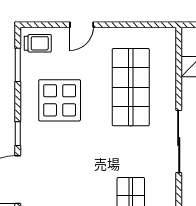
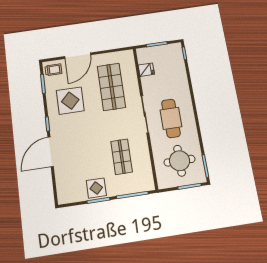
door: (82, 25) -> (78, 56), width x1.87

